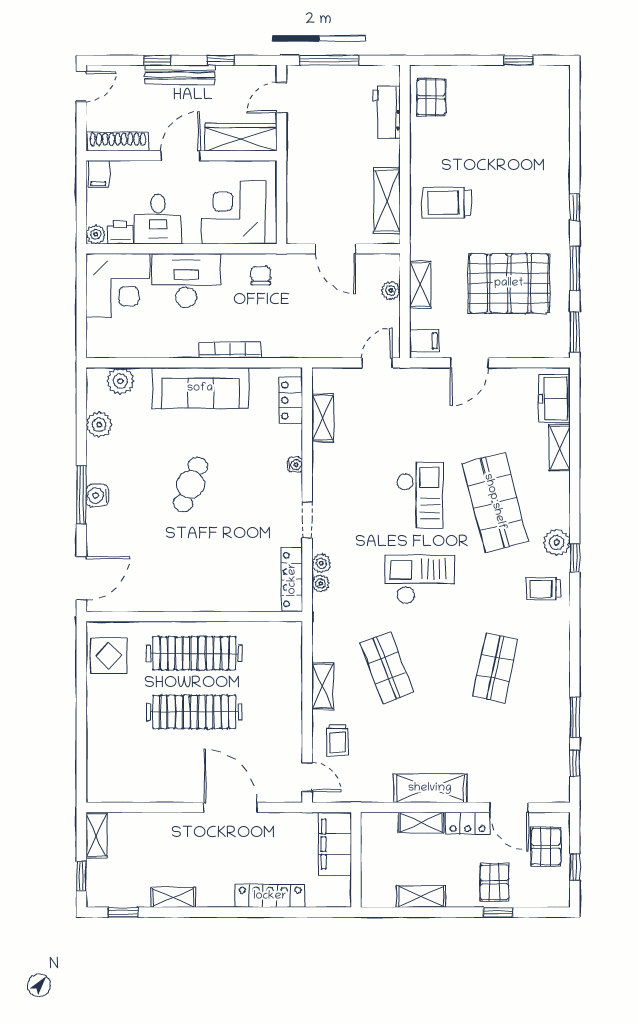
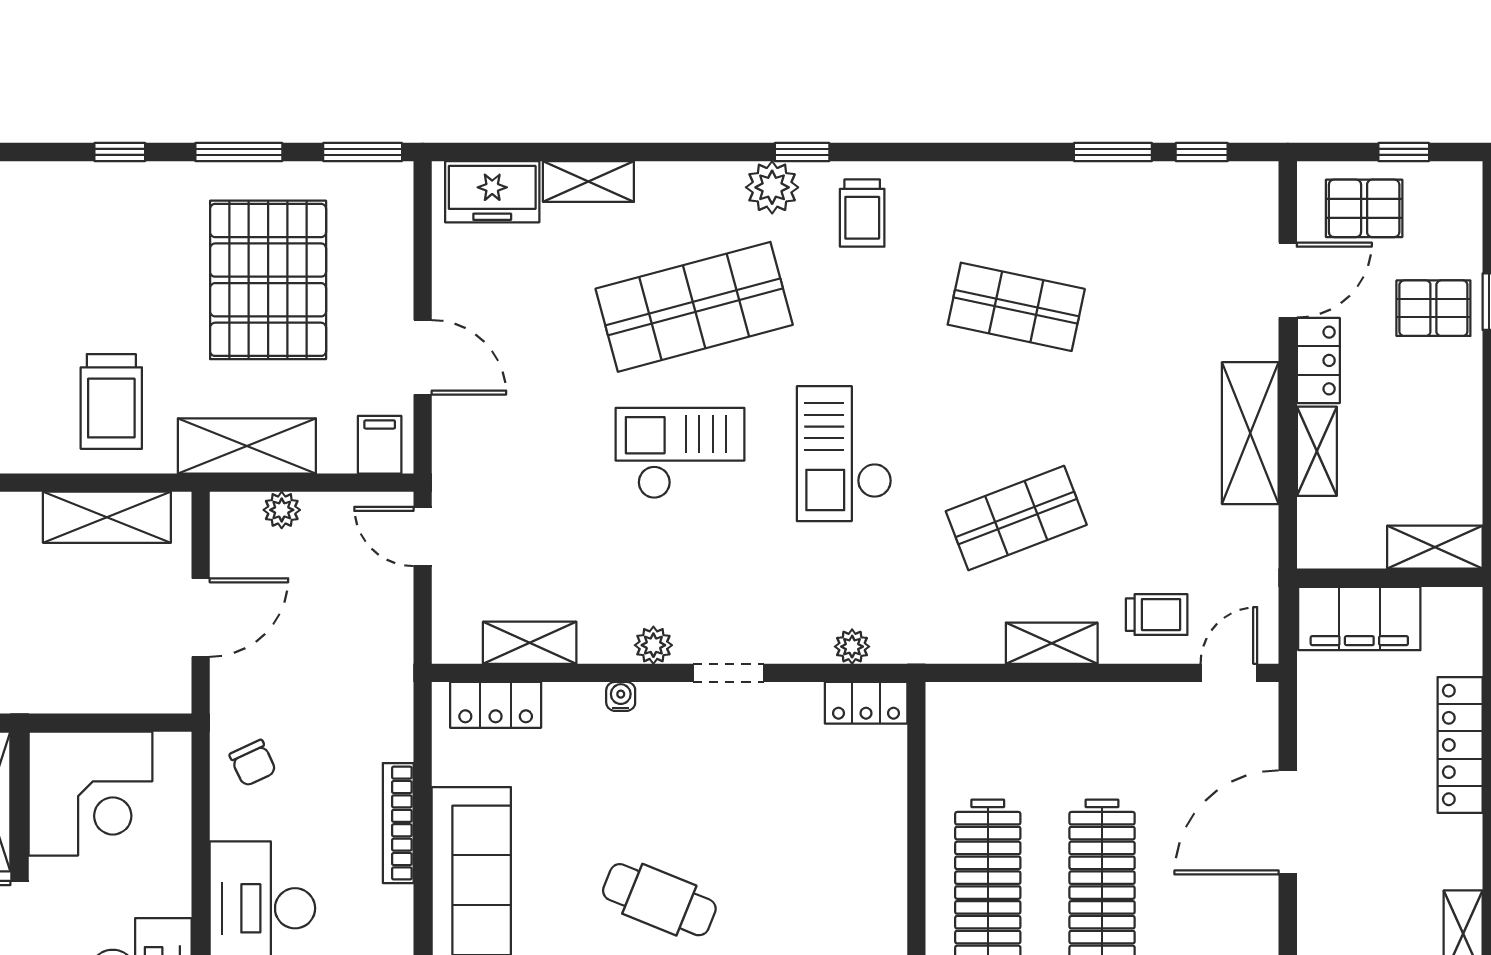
corner desk: (234, 212) -> (90, 794), moved, turned -90
chair: (261, 276) -> (253, 763), turned -115
shelving: (420, 284) -> (247, 446), width x1.50, depth x1.33
plant: (321, 563) -> (653, 645), moved
locker: (292, 580) -> (866, 703), width x0.66
shelving: (421, 896) -> (1435, 547), moved, turned 90

